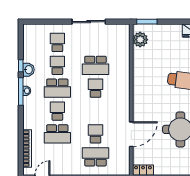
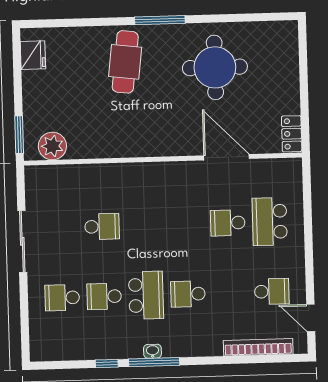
school desk: (95, 65) -> (102, 227), width x0.54
washbasin: (28, 70) -> (114, 349), removed
school desk: (95, 88) -> (144, 225), removed
school desk: (57, 134) -> (272, 291), moved, width x0.54

